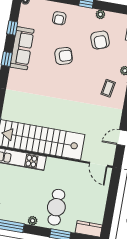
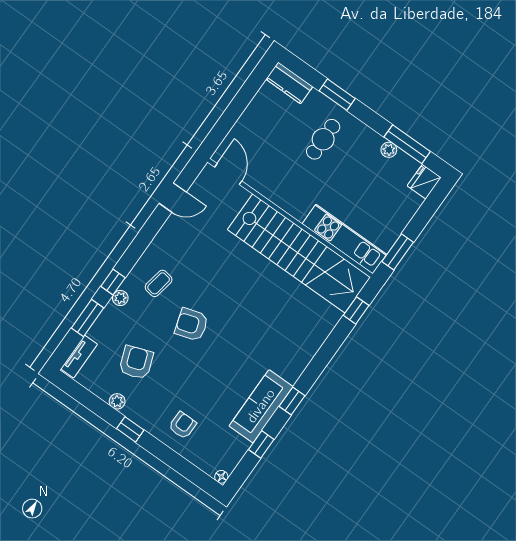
armchair: (64, 56) -> (192, 325), moved
cafe table: (56, 207) -> (323, 139), width x0.73, depth x0.74
plant: (33, 221) -> (389, 150), moved

